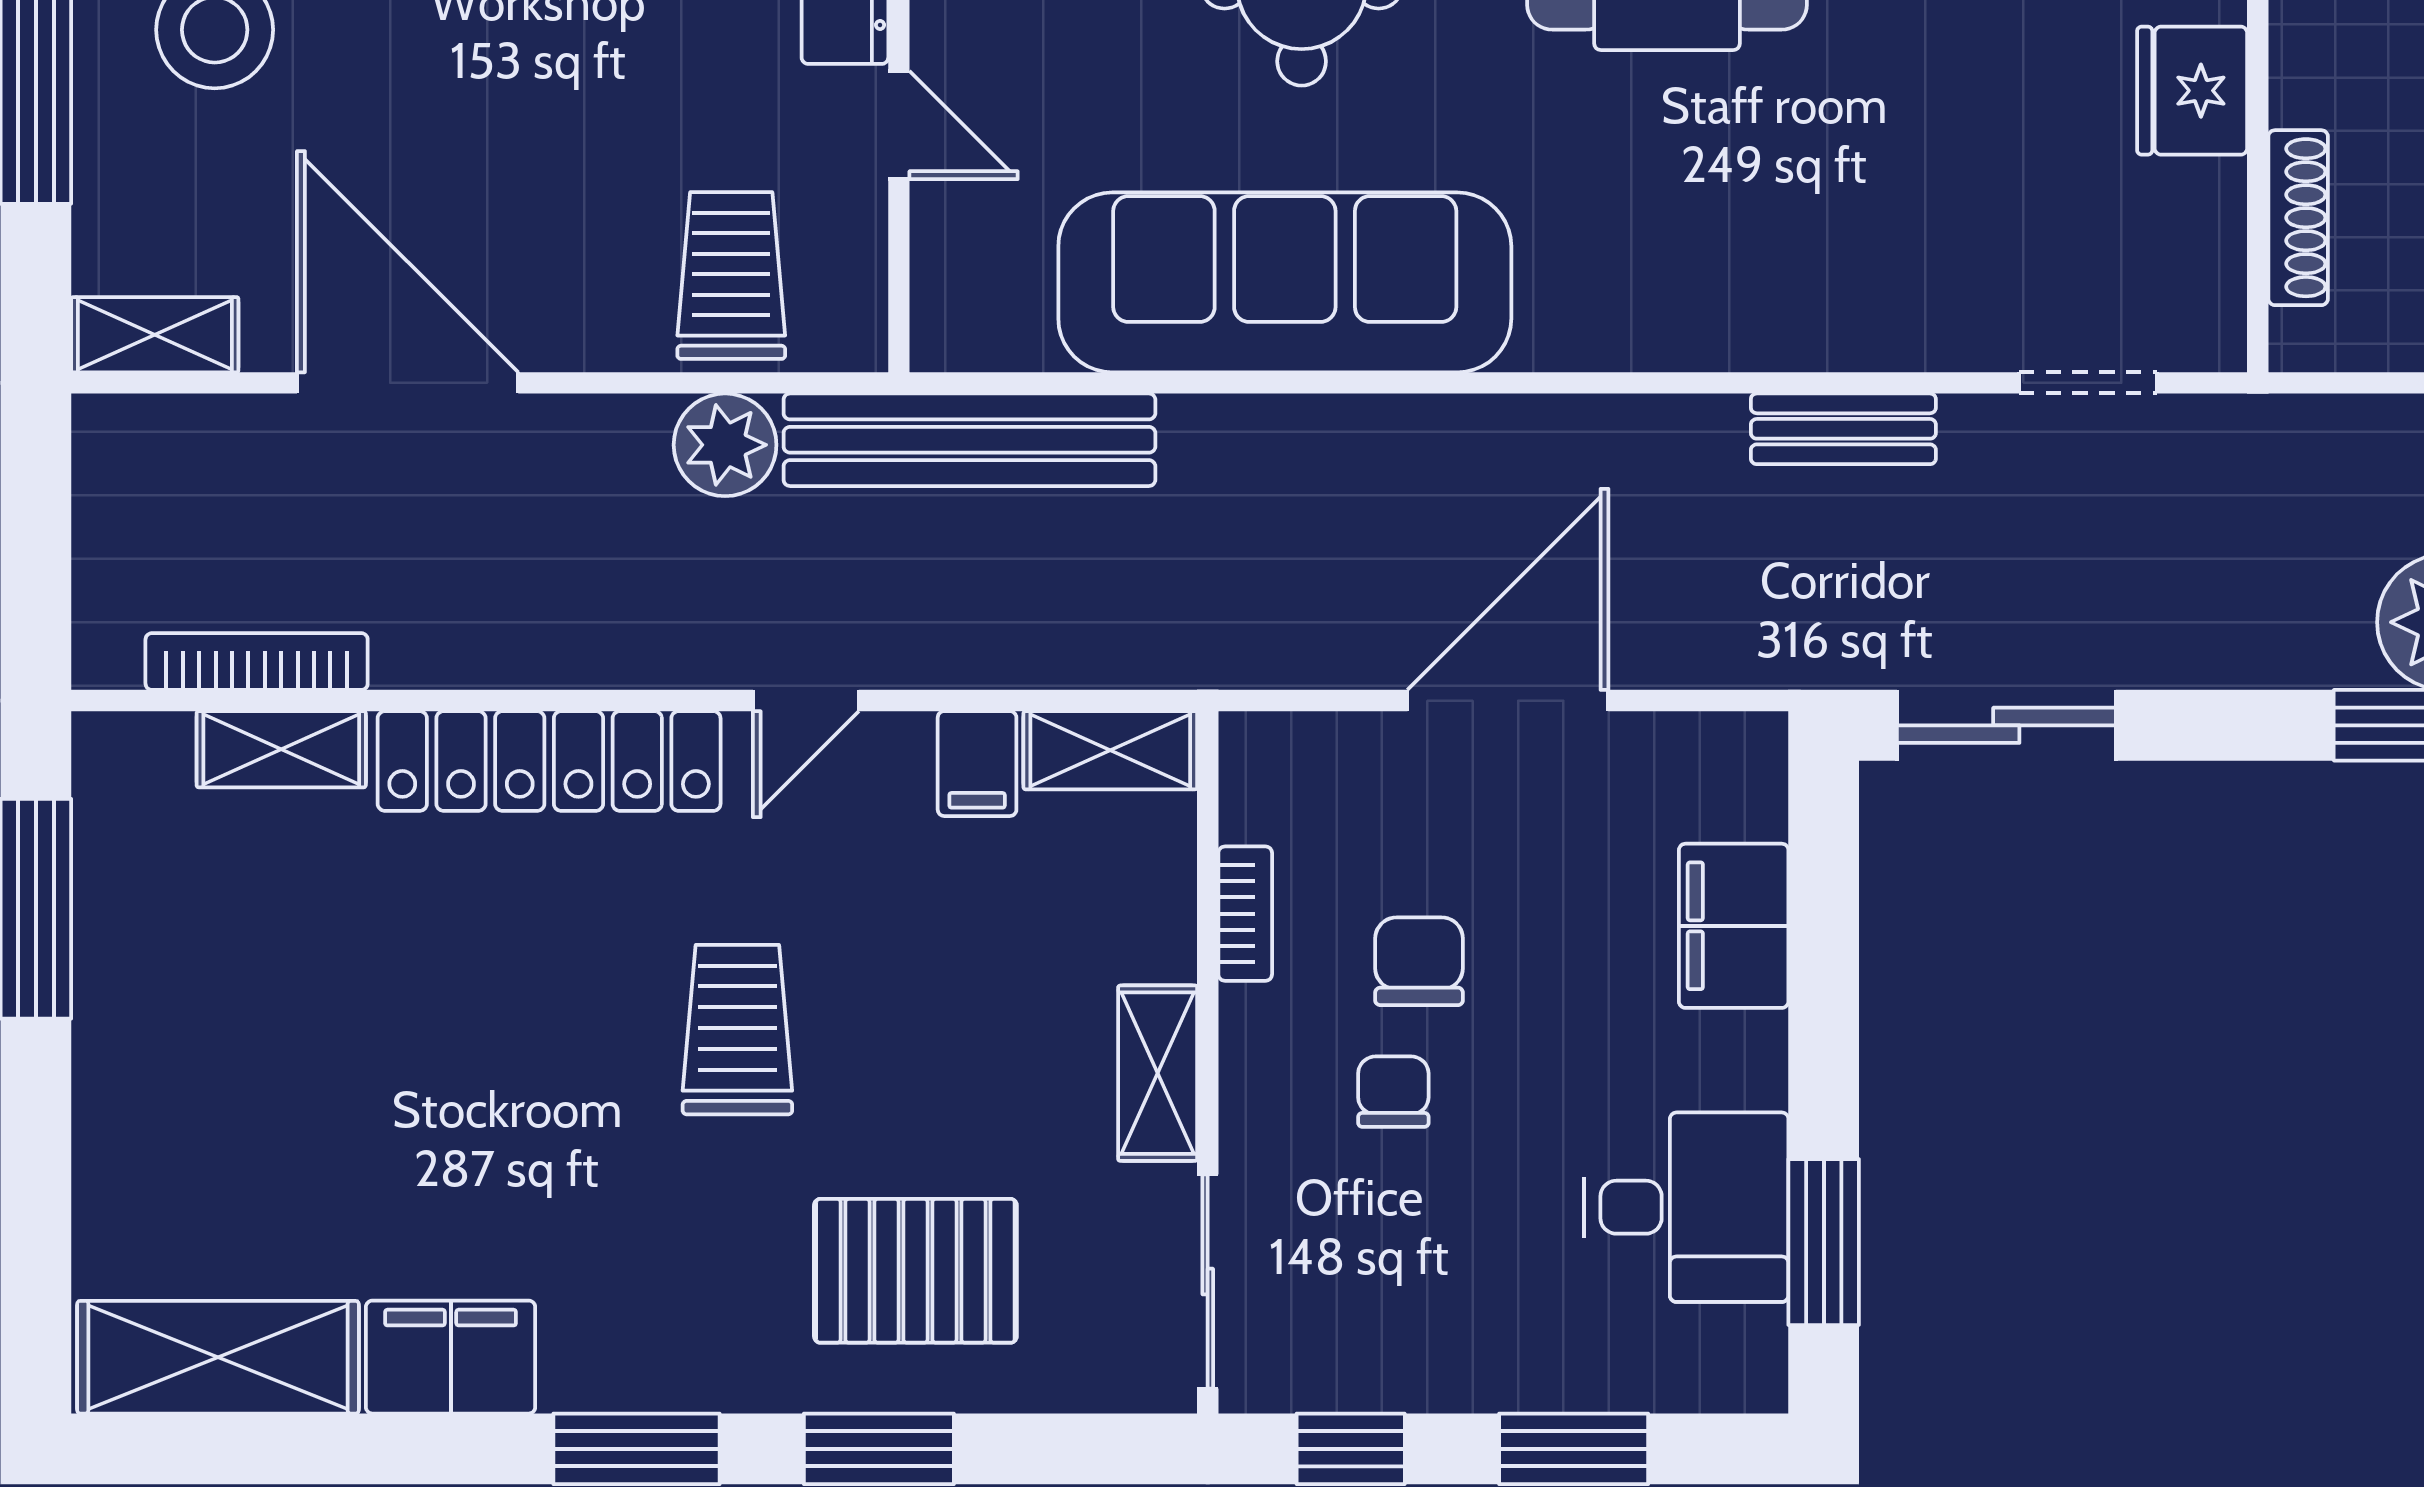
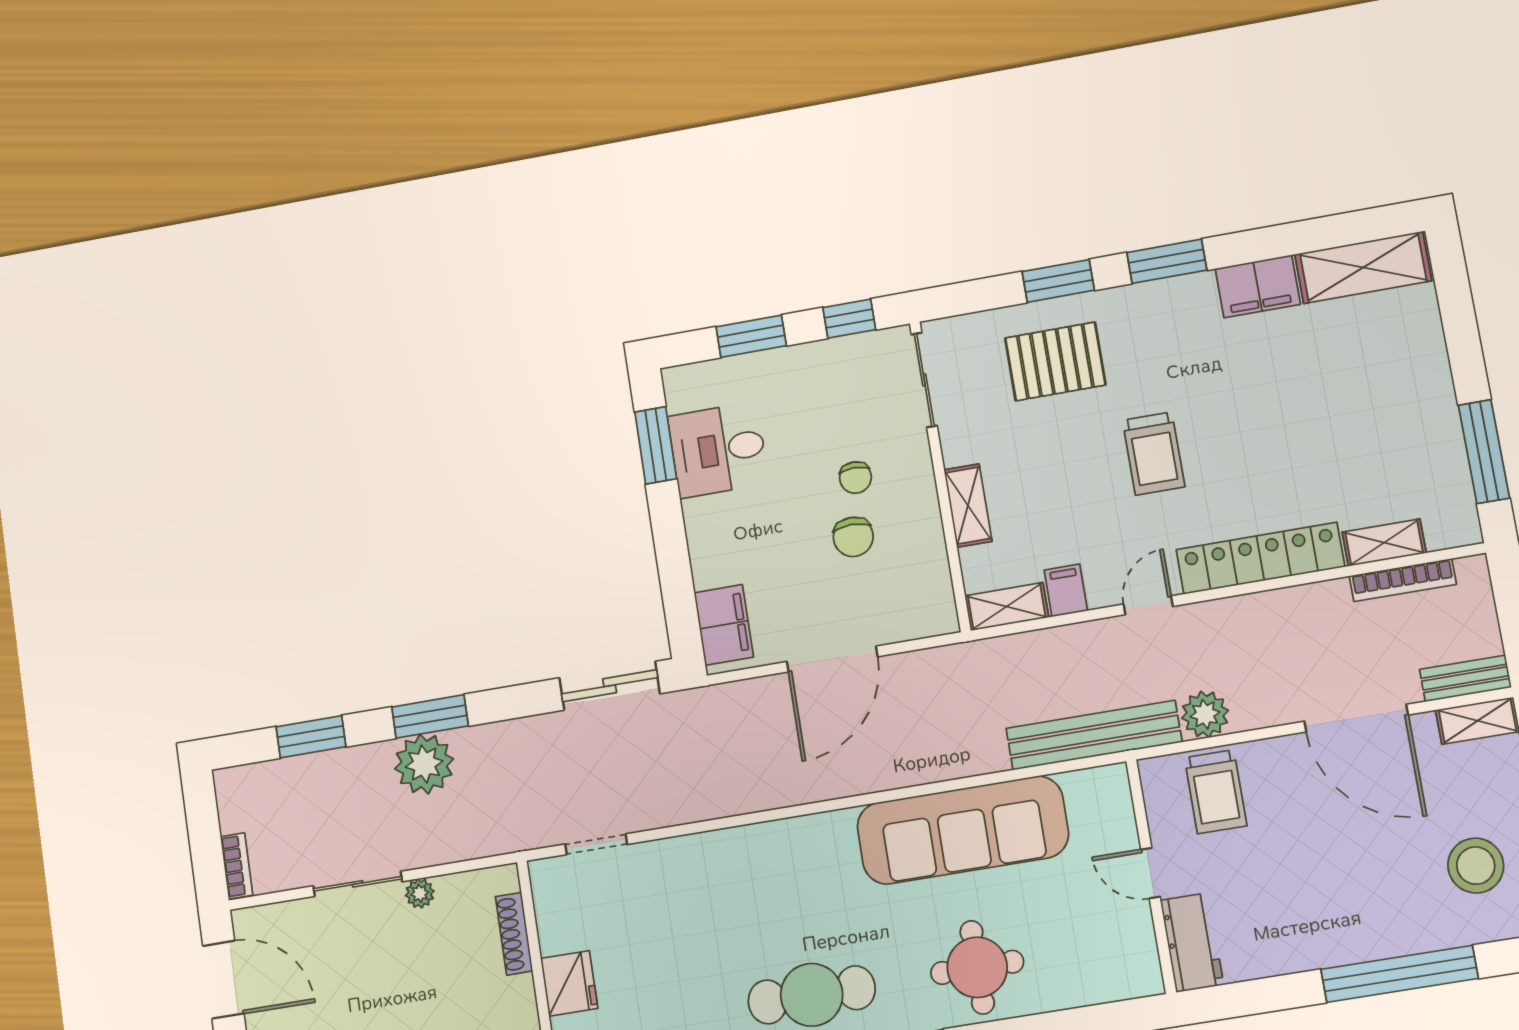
bench: (1843, 429) -> (1465, 678), moved
bookcase: (1245, 914) -> (934, 544), removed
filing cabinet: (1734, 926) -> (724, 625), moved
shelving: (1158, 1073) -> (968, 506), moved

